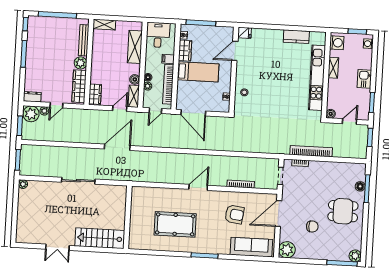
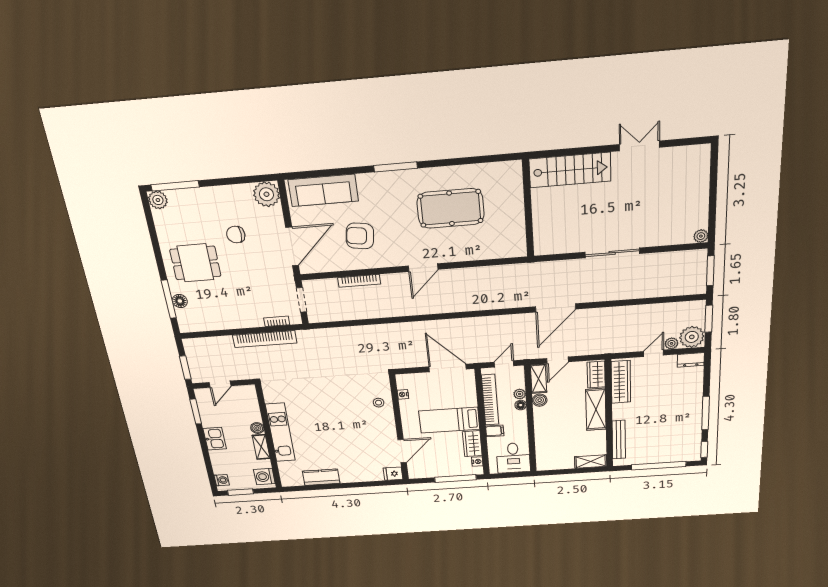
shelving: (135, 47) -> (596, 409), moved
plant: (81, 63) -> (621, 411), removed
kitchen unit: (317, 78) -> (280, 432), width x0.73
boiler: (331, 114) -> (257, 428), moved

